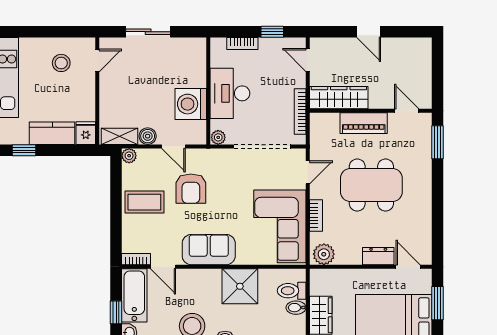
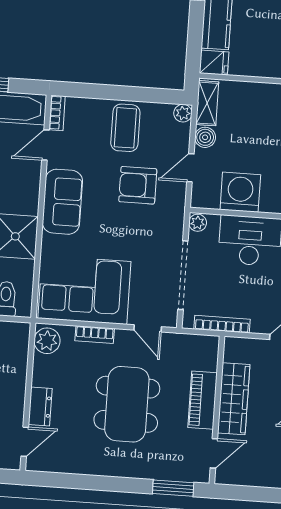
wardrobe: (339, 98) -> (234, 399), moved

